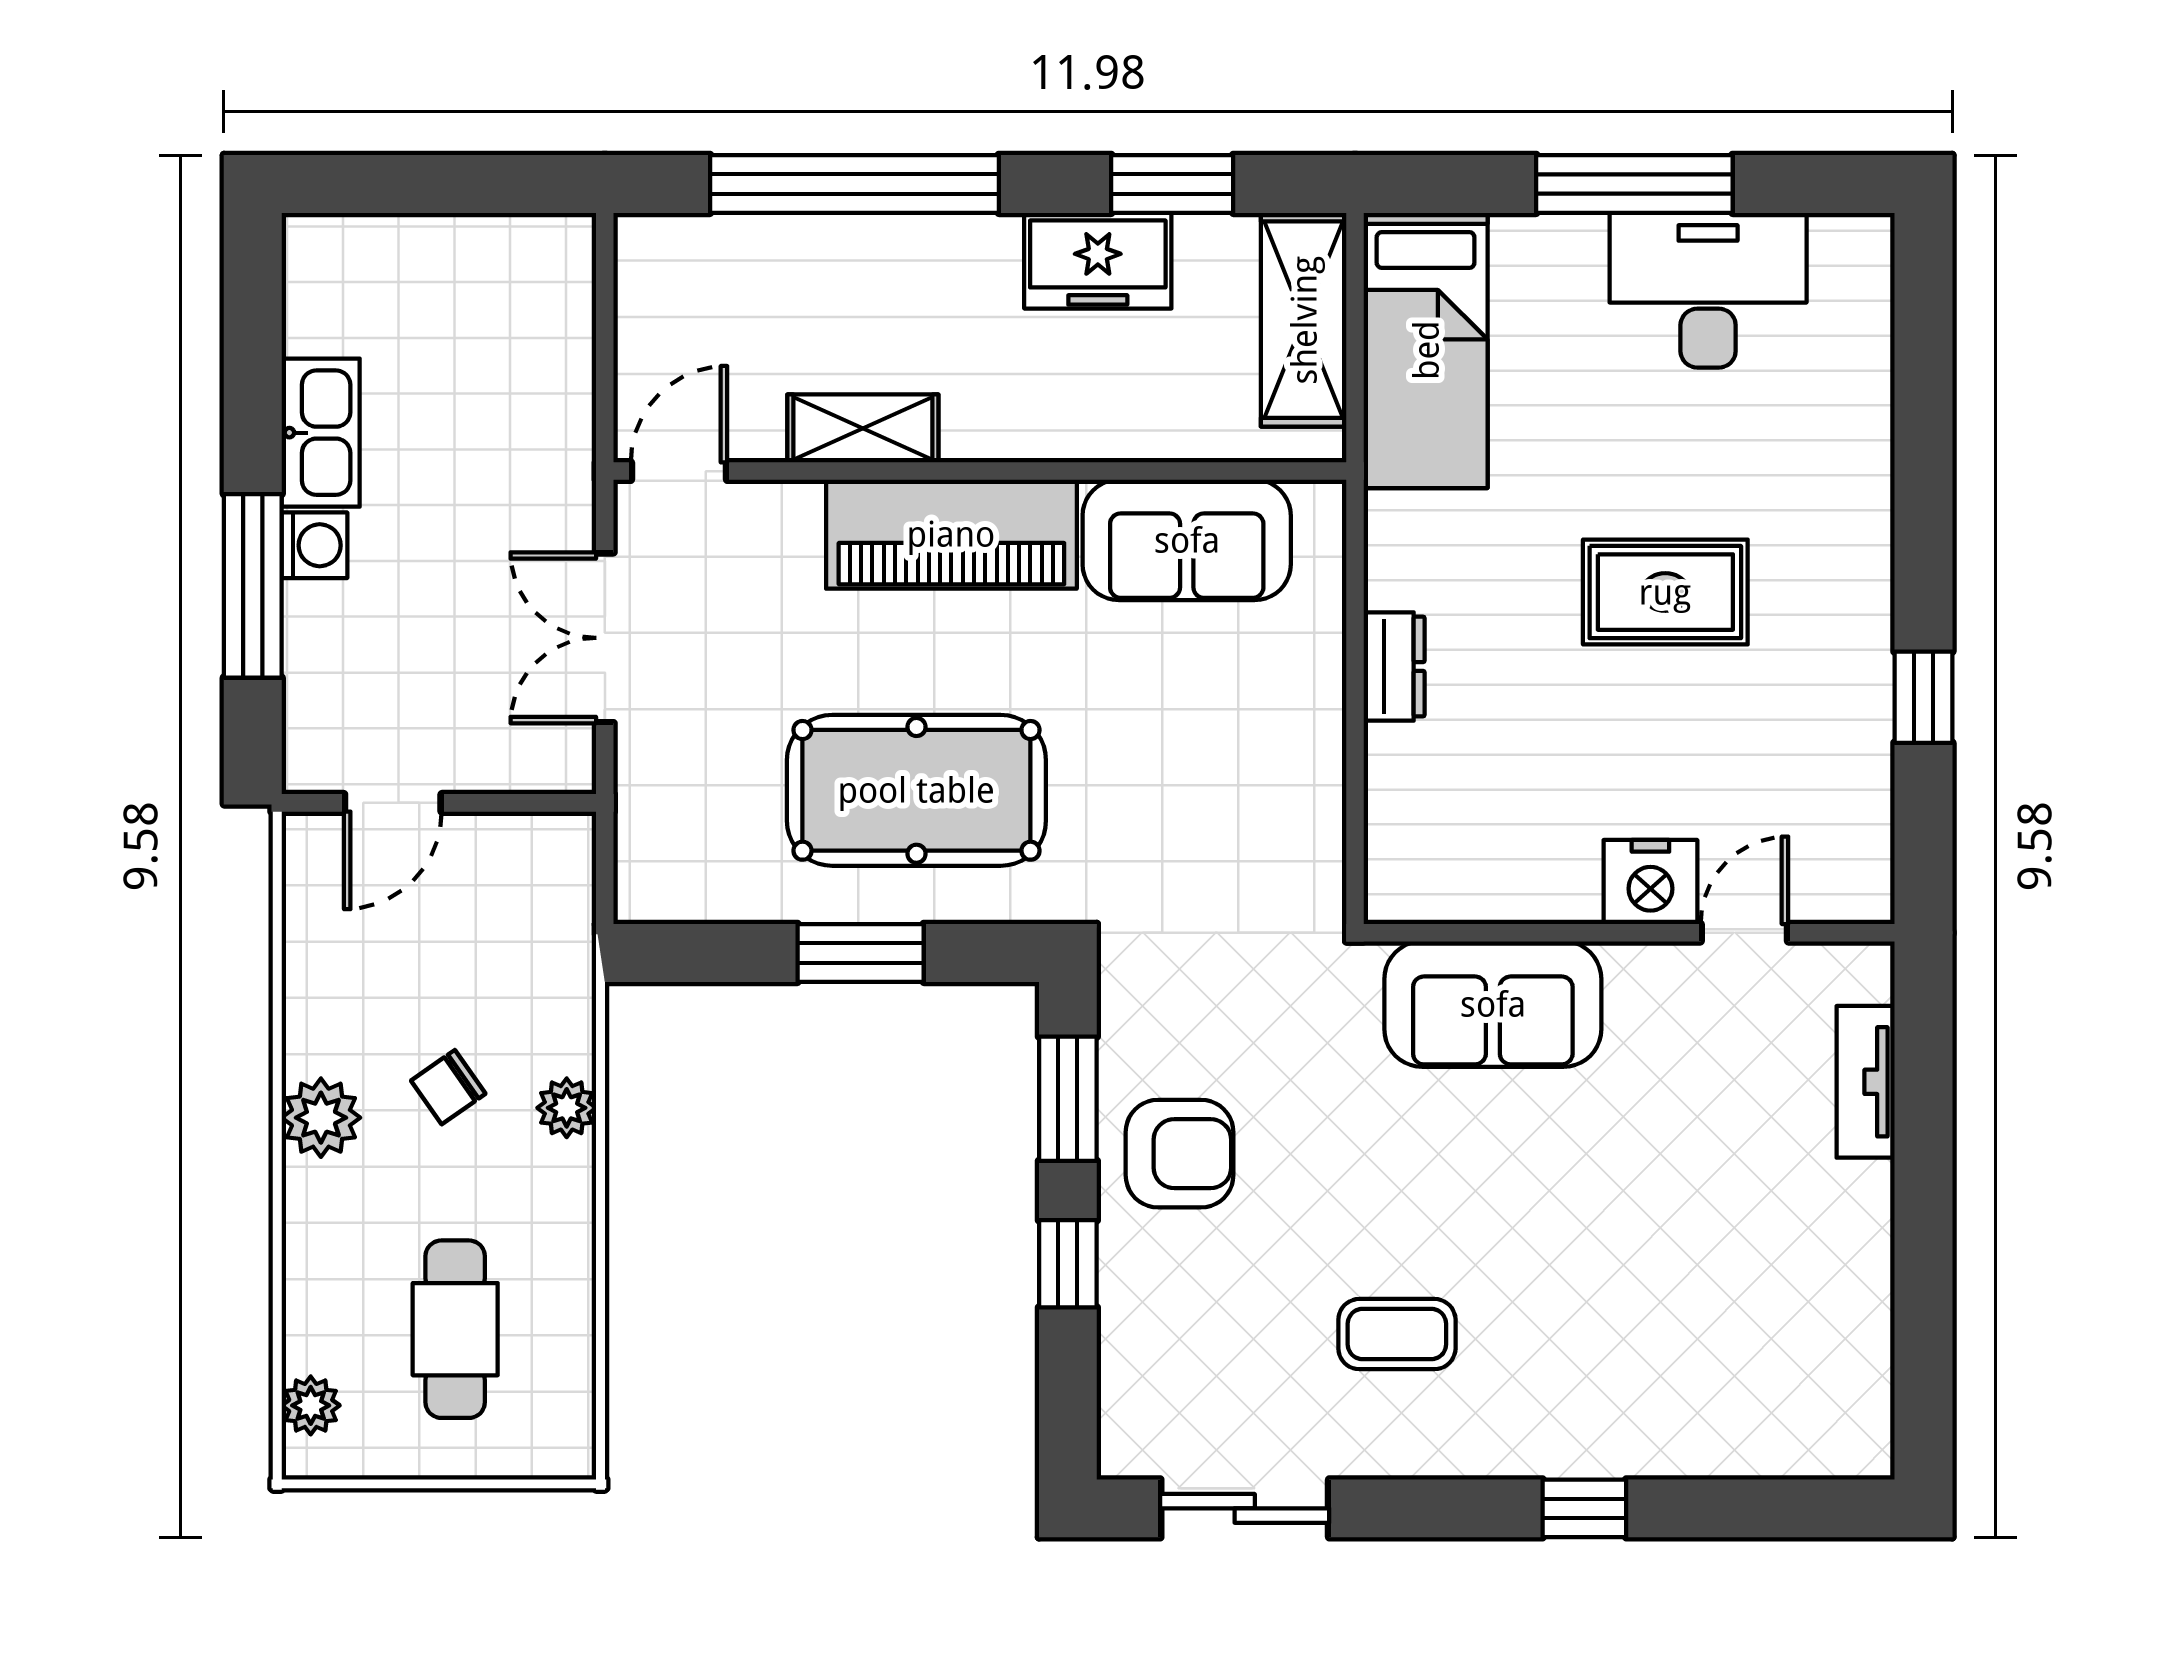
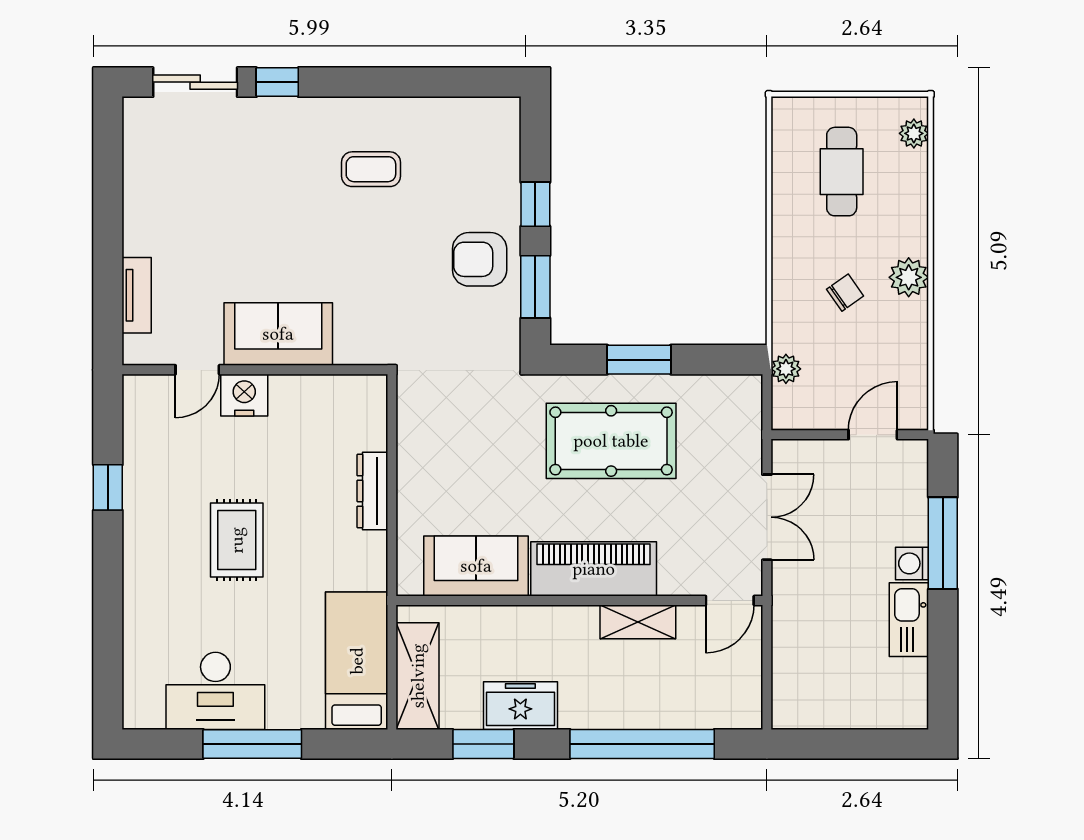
rug: (1665, 592) -> (237, 540), turned 90
dresser: (1394, 666) -> (372, 491), width x1.44
sofa: (1493, 1004) -> (278, 334), moved
plant: (567, 1108) -> (786, 369), moved
sliding door: (1245, 1508) -> (195, 82), moved

